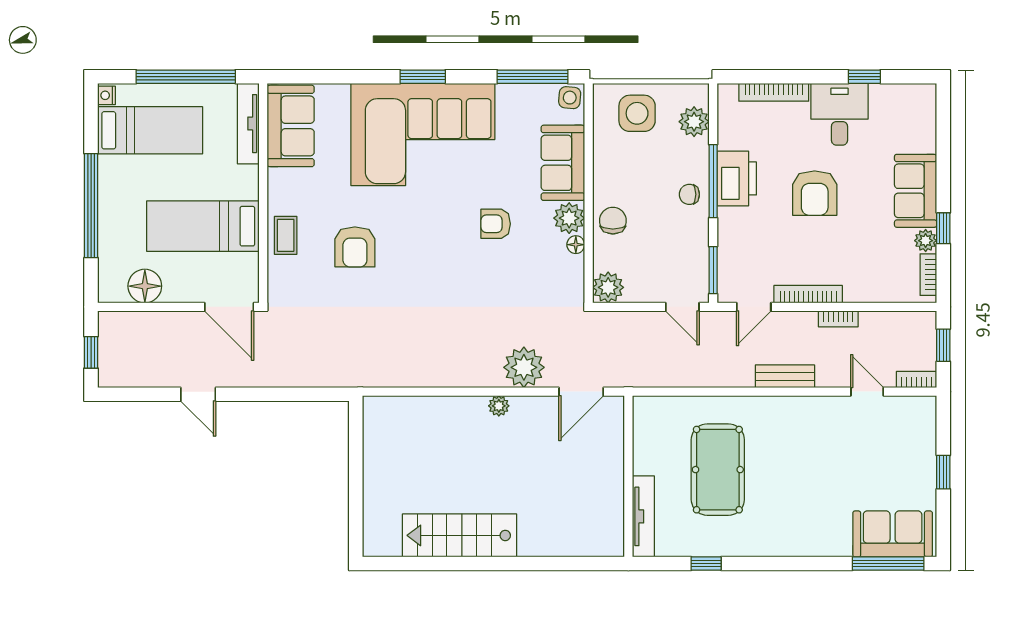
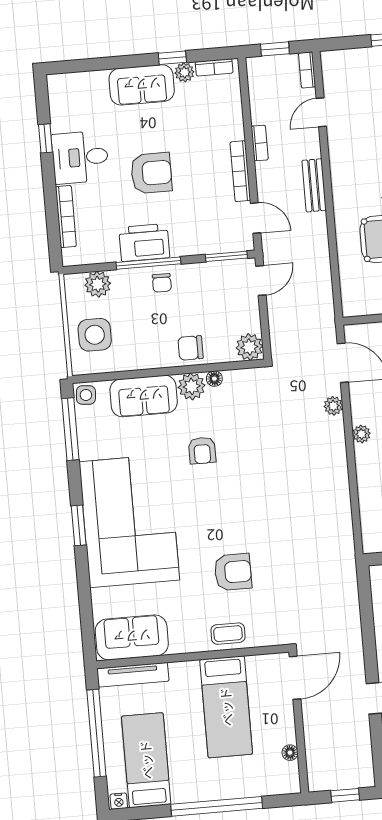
floor lamp: (145, 286) -> (290, 753), width x0.53, depth x0.53
plant: (524, 367) -> (333, 406), width x0.53, depth x0.53

